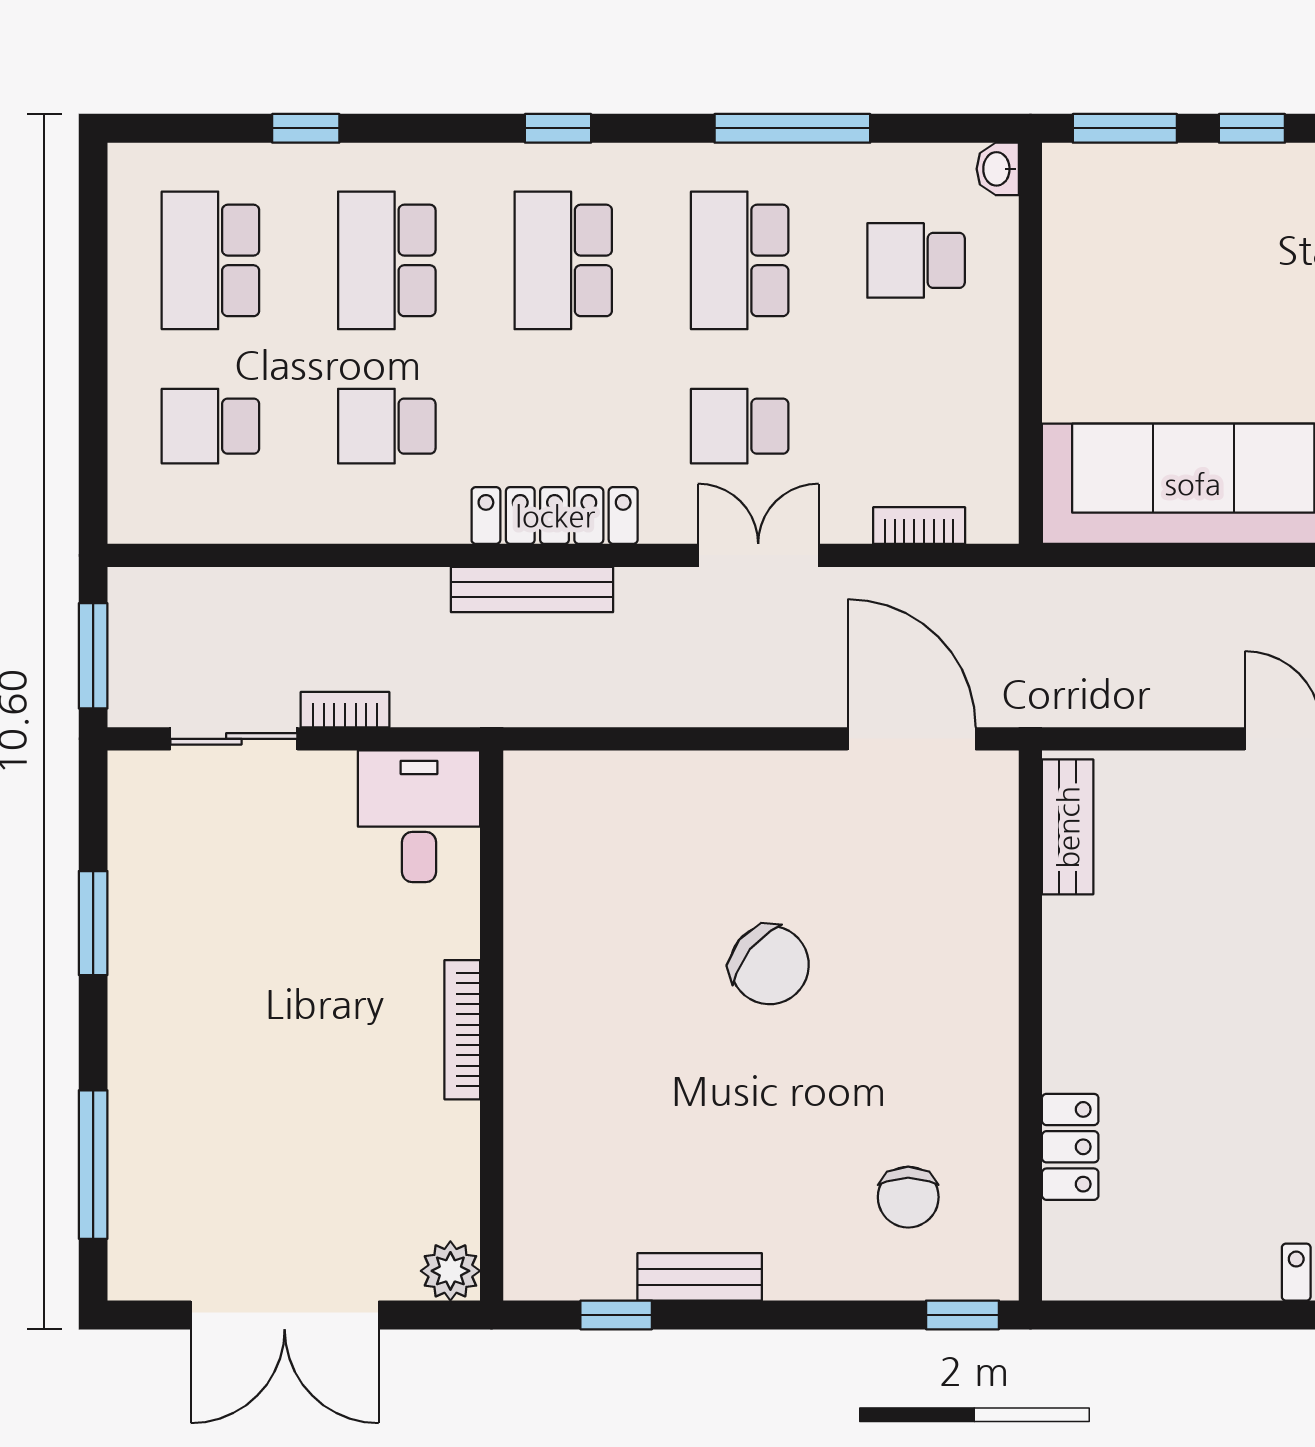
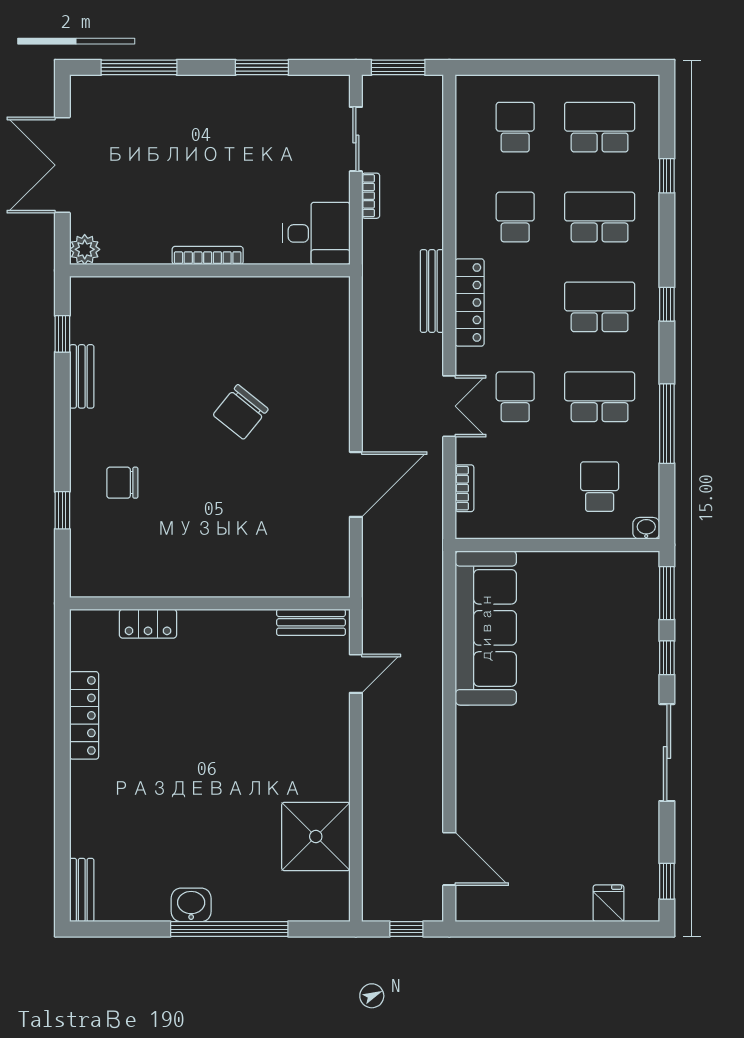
bench: (1068, 827) -> (311, 622), moved
wall: (1030, 1025) -> (210, 603), moved
locker: (1070, 1147) -> (148, 624), moved

